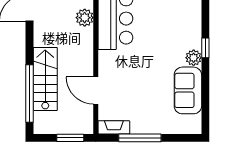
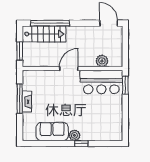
stairs: (45, 79) -> (44, 34), moved
door: (96, 91) -> (69, 69), moved
fireplace: (114, 127) -> (27, 102), moved

